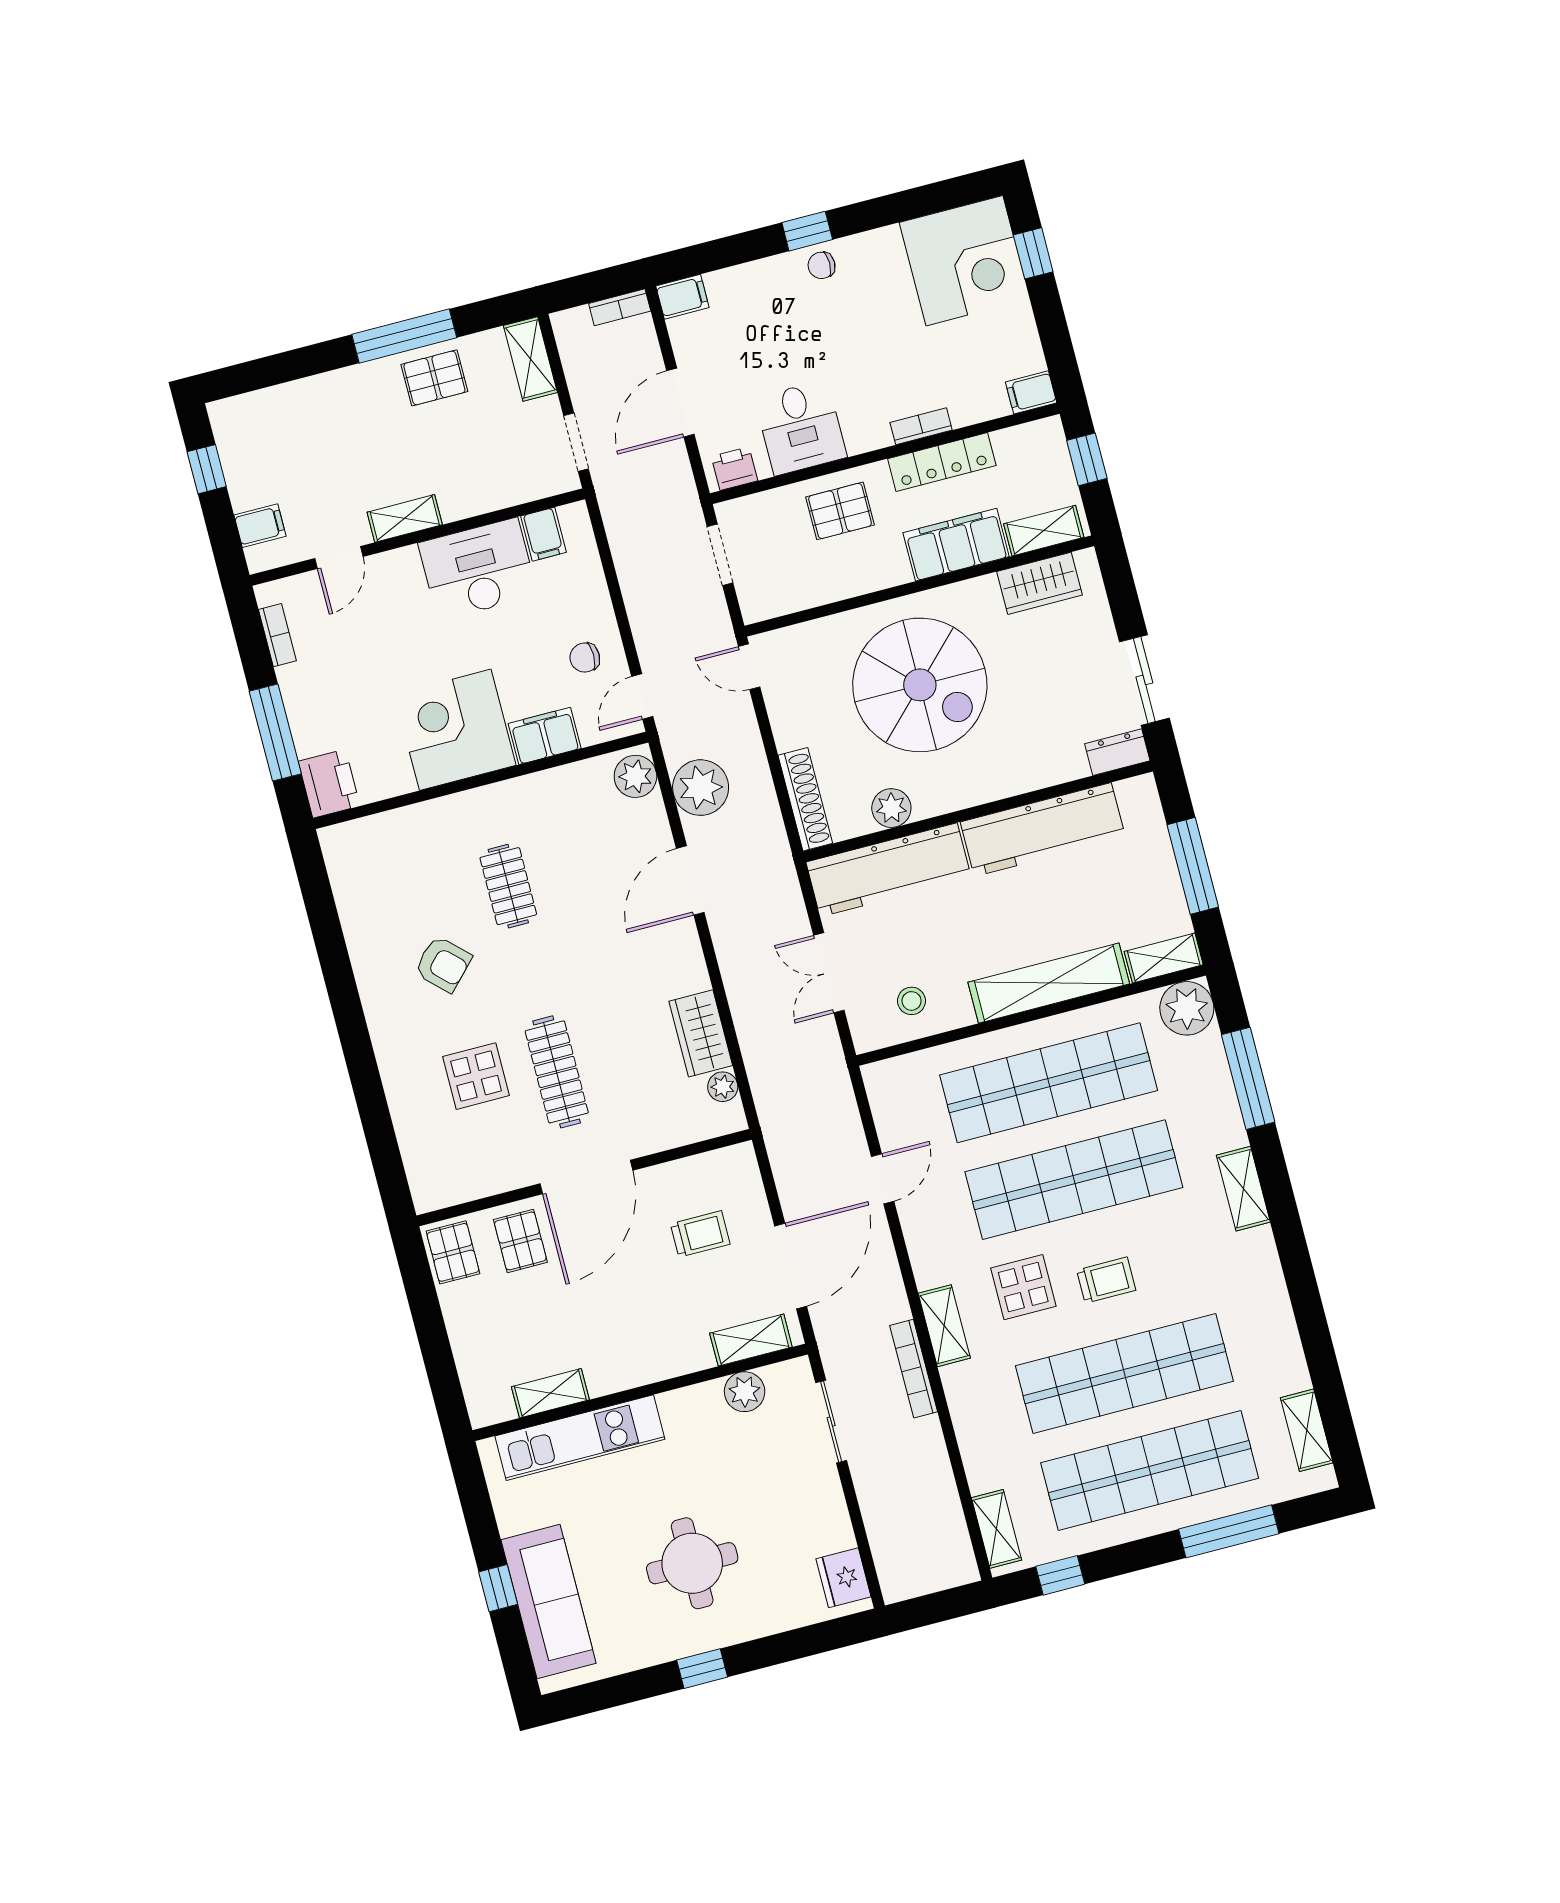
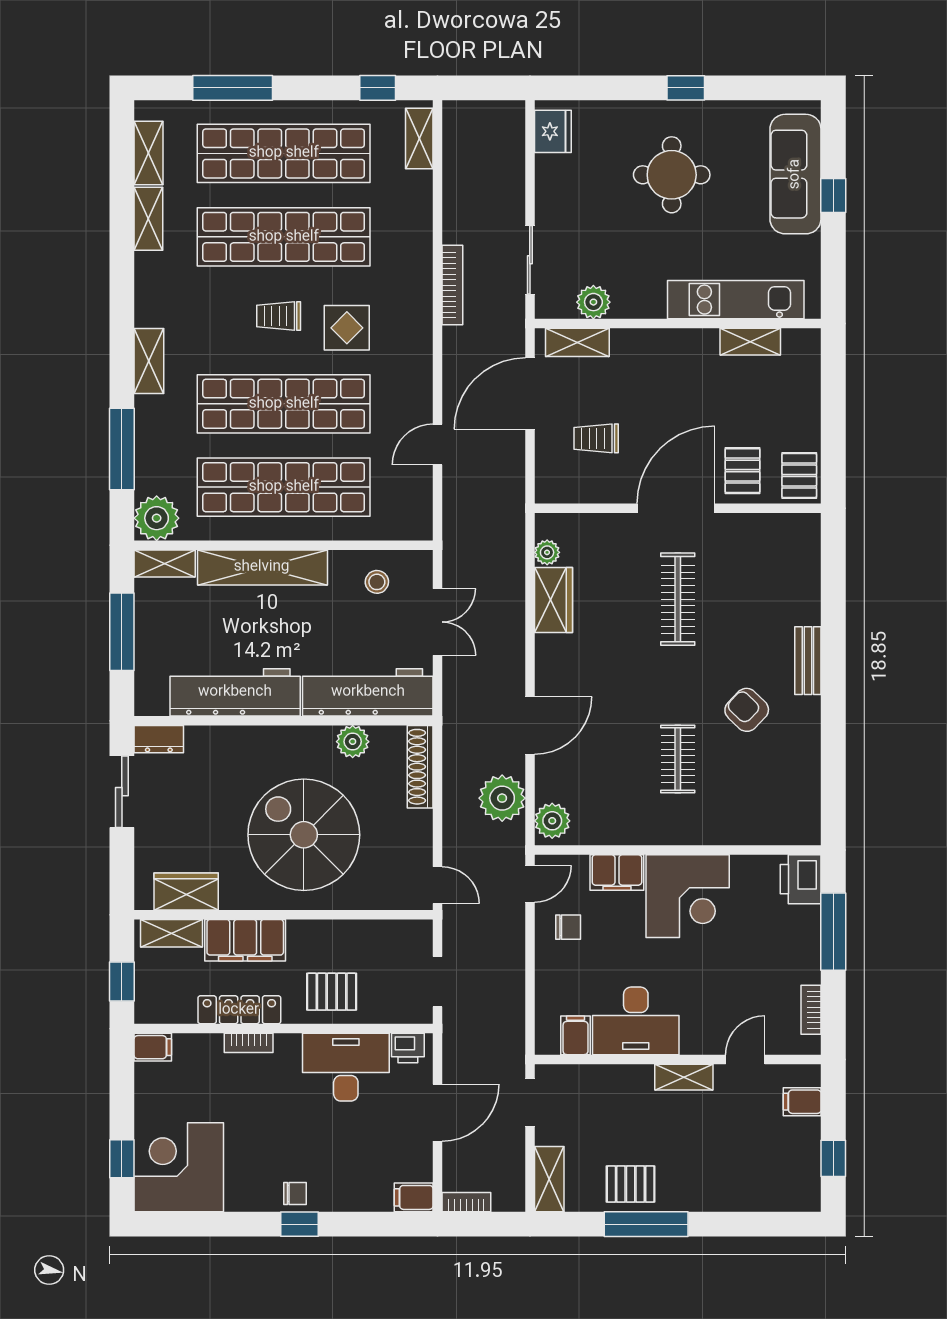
desk: (801, 428) -> (346, 1067), width x1.37
bench: (387, 1040) -> (808, 661), added
display table: (476, 1076) -> (744, 613), removed
shelving: (944, 1326) -> (148, 219), moved

